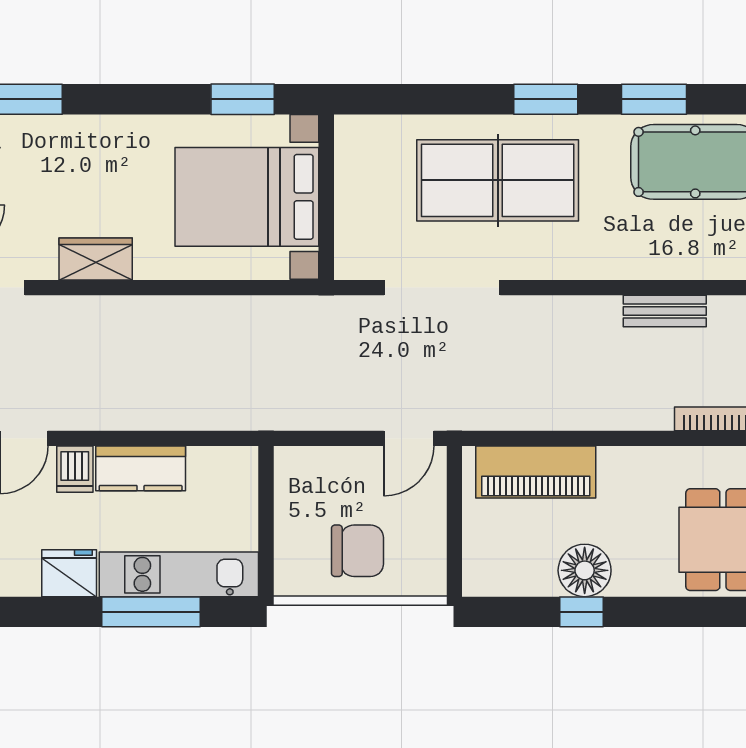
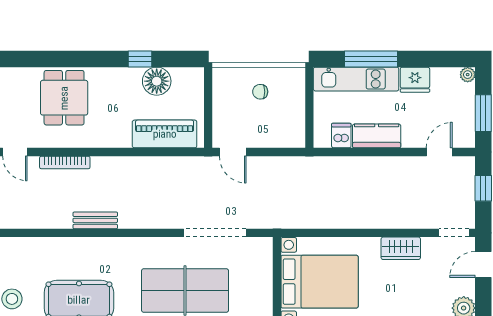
door: (409, 438) -> (233, 152), swing flipped
dishwasher: (75, 469) -> (341, 136), moved
chair: (358, 551) -> (260, 92), width x0.54, depth x0.54
floor lamp: (585, 570) -> (157, 81), moved

